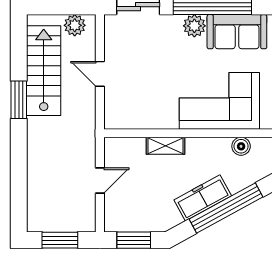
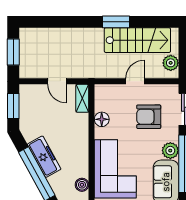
armchair: (148, 55) -> (149, 117), added
floor lamp: (152, 119) -> (102, 119), added
shelving: (165, 146) -> (82, 98), moved

